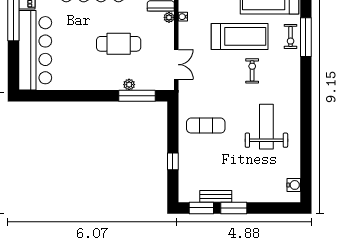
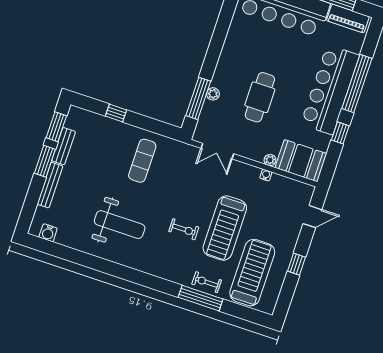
bench: (253, 197) -> (50, 185), added

